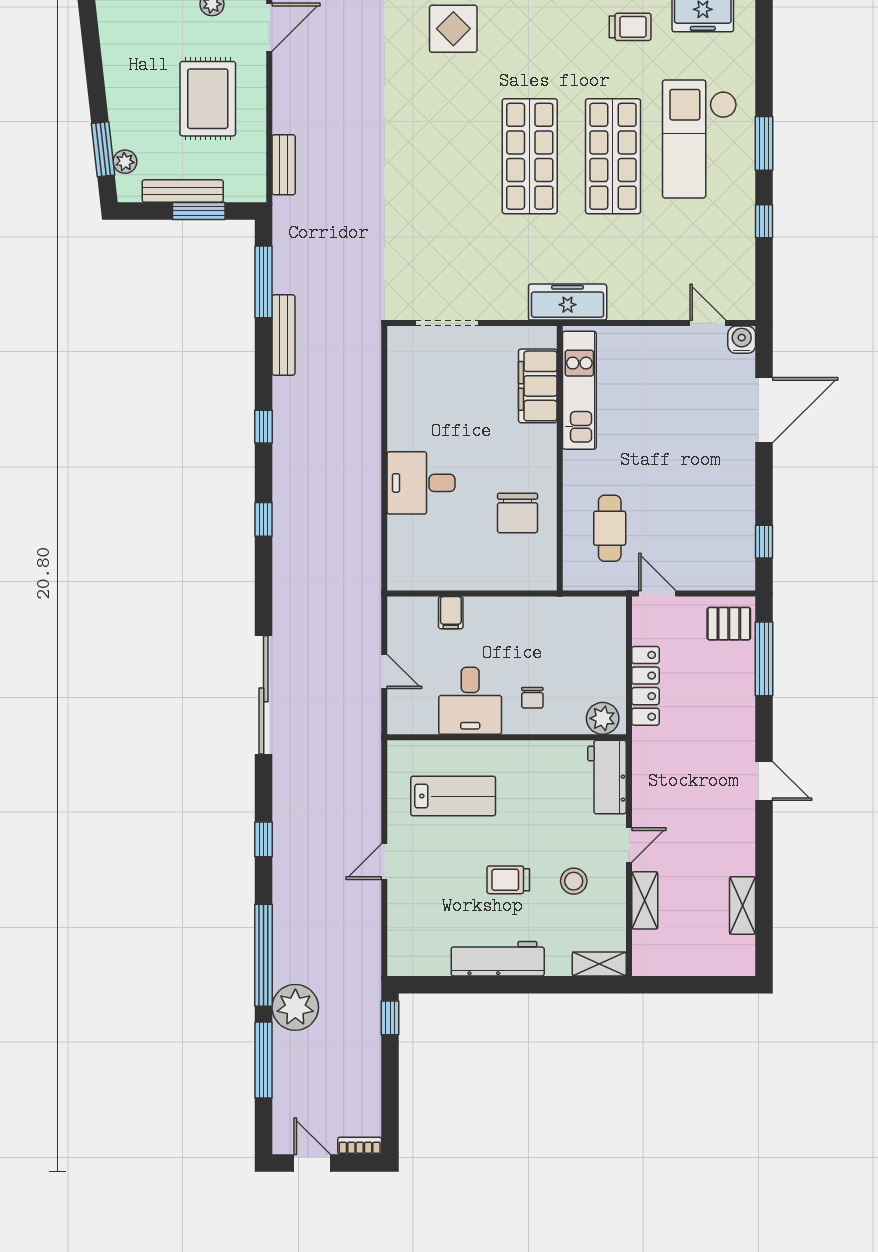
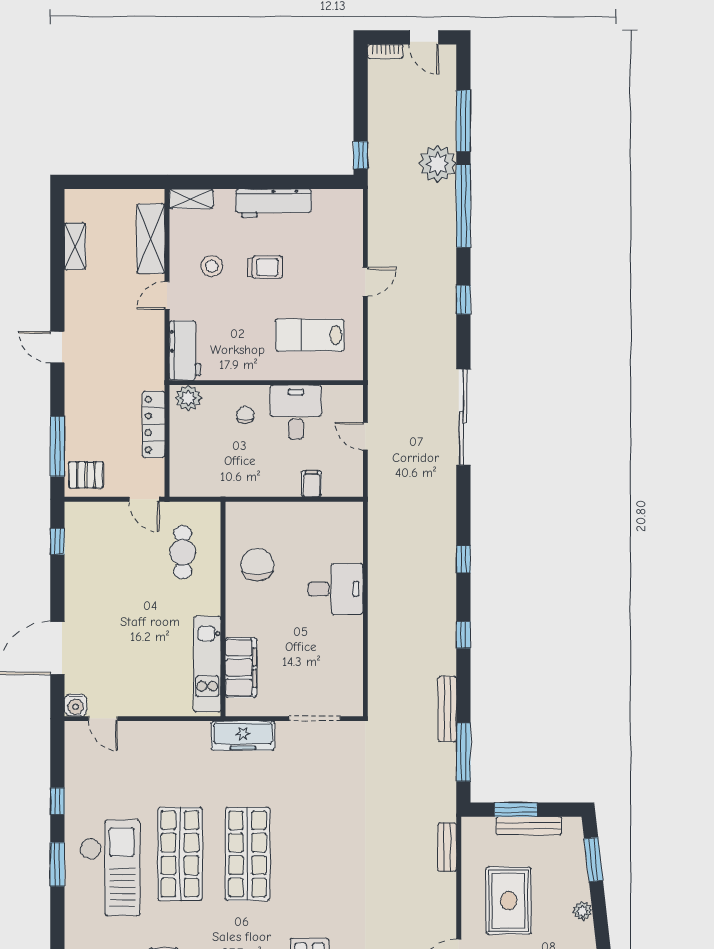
plant: (125, 162) -> (583, 911), moved
freezer: (568, 302) -> (243, 736), moved
shelving: (645, 900) -> (151, 239), width x1.50, depth x1.33

